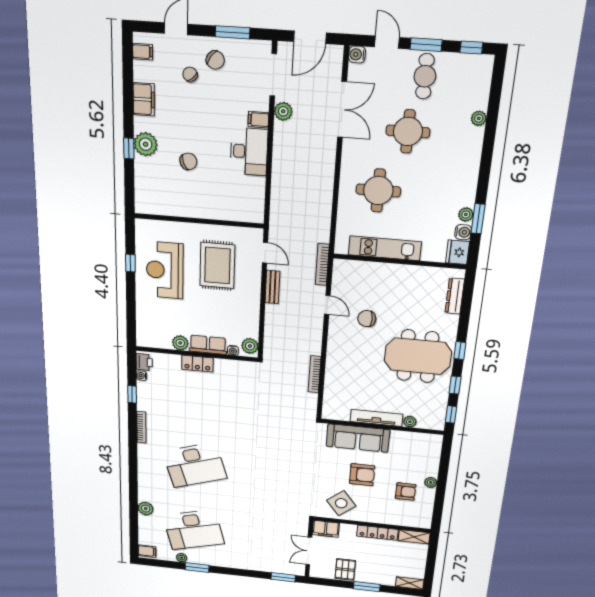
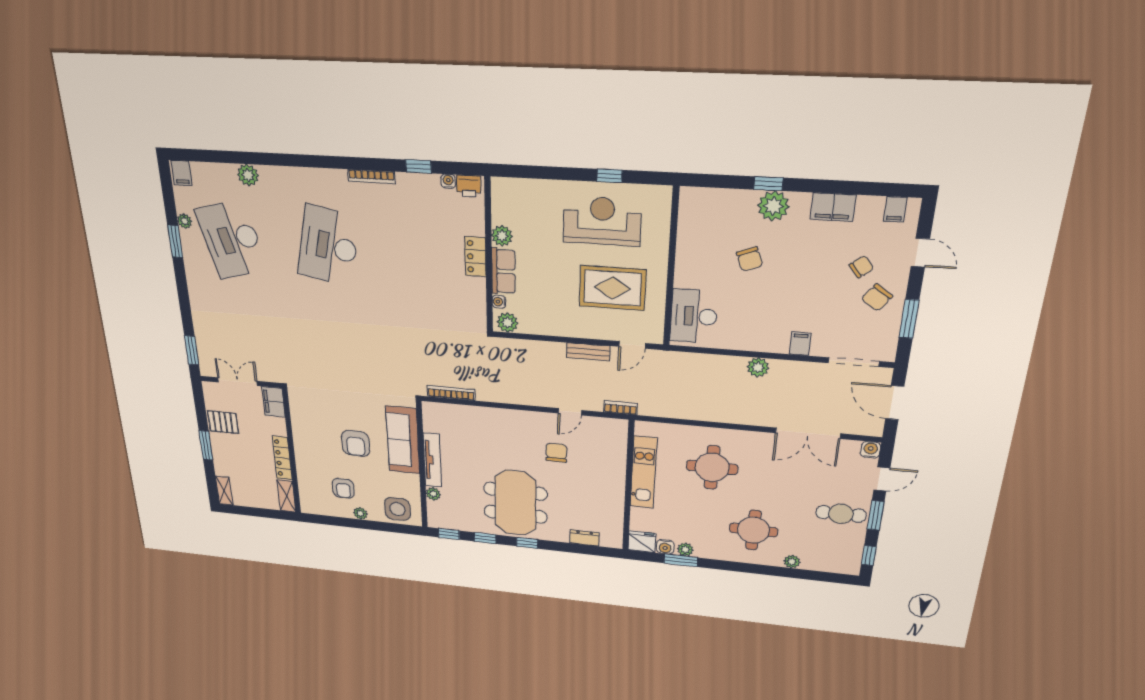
plant: (283, 111) -> (758, 367), moved
round table: (408, 131) -> (753, 530), moved
desk: (249, 152) -> (694, 316), moved, turned 90
bookcase: (322, 264) -> (620, 408), width x0.64
dresser: (455, 296) -> (585, 538), width x0.70
bookcase: (315, 374) -> (451, 393), moved
desk: (195, 465) -> (329, 246), turned 30
side table: (341, 503) -> (397, 509), moved, turned 38

